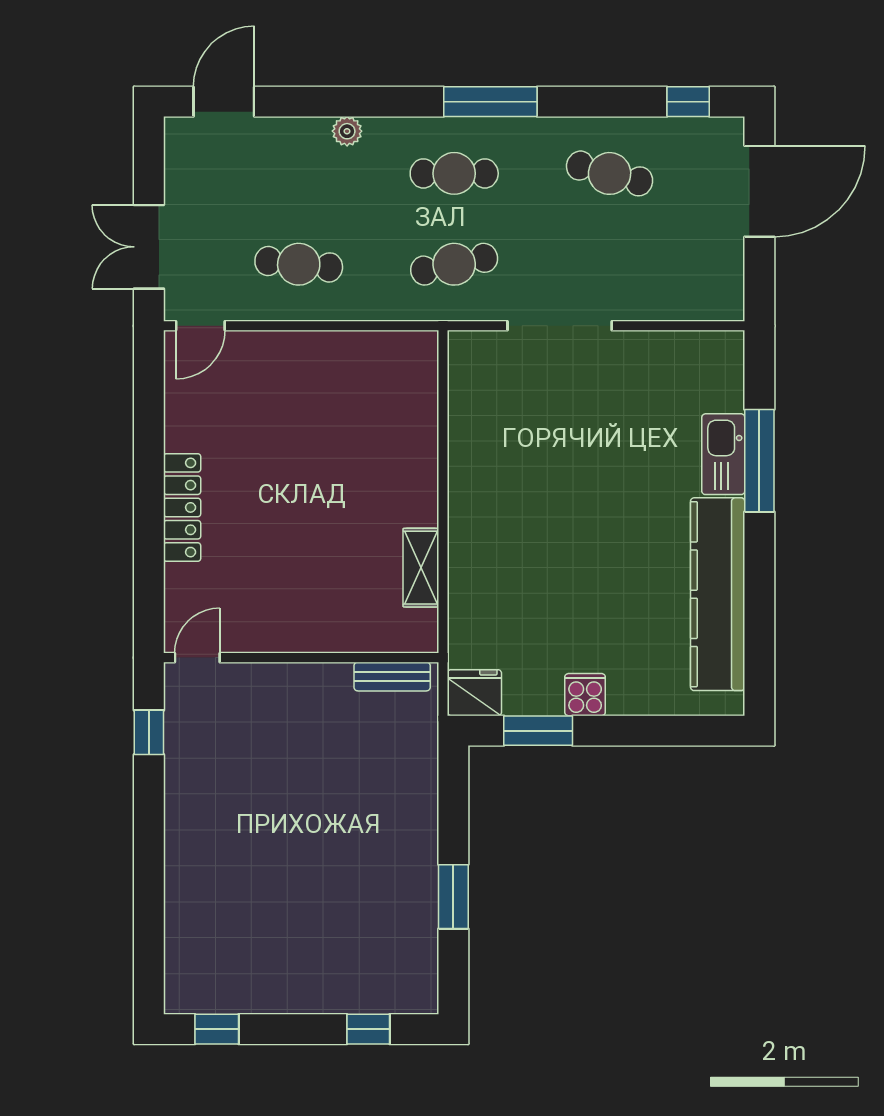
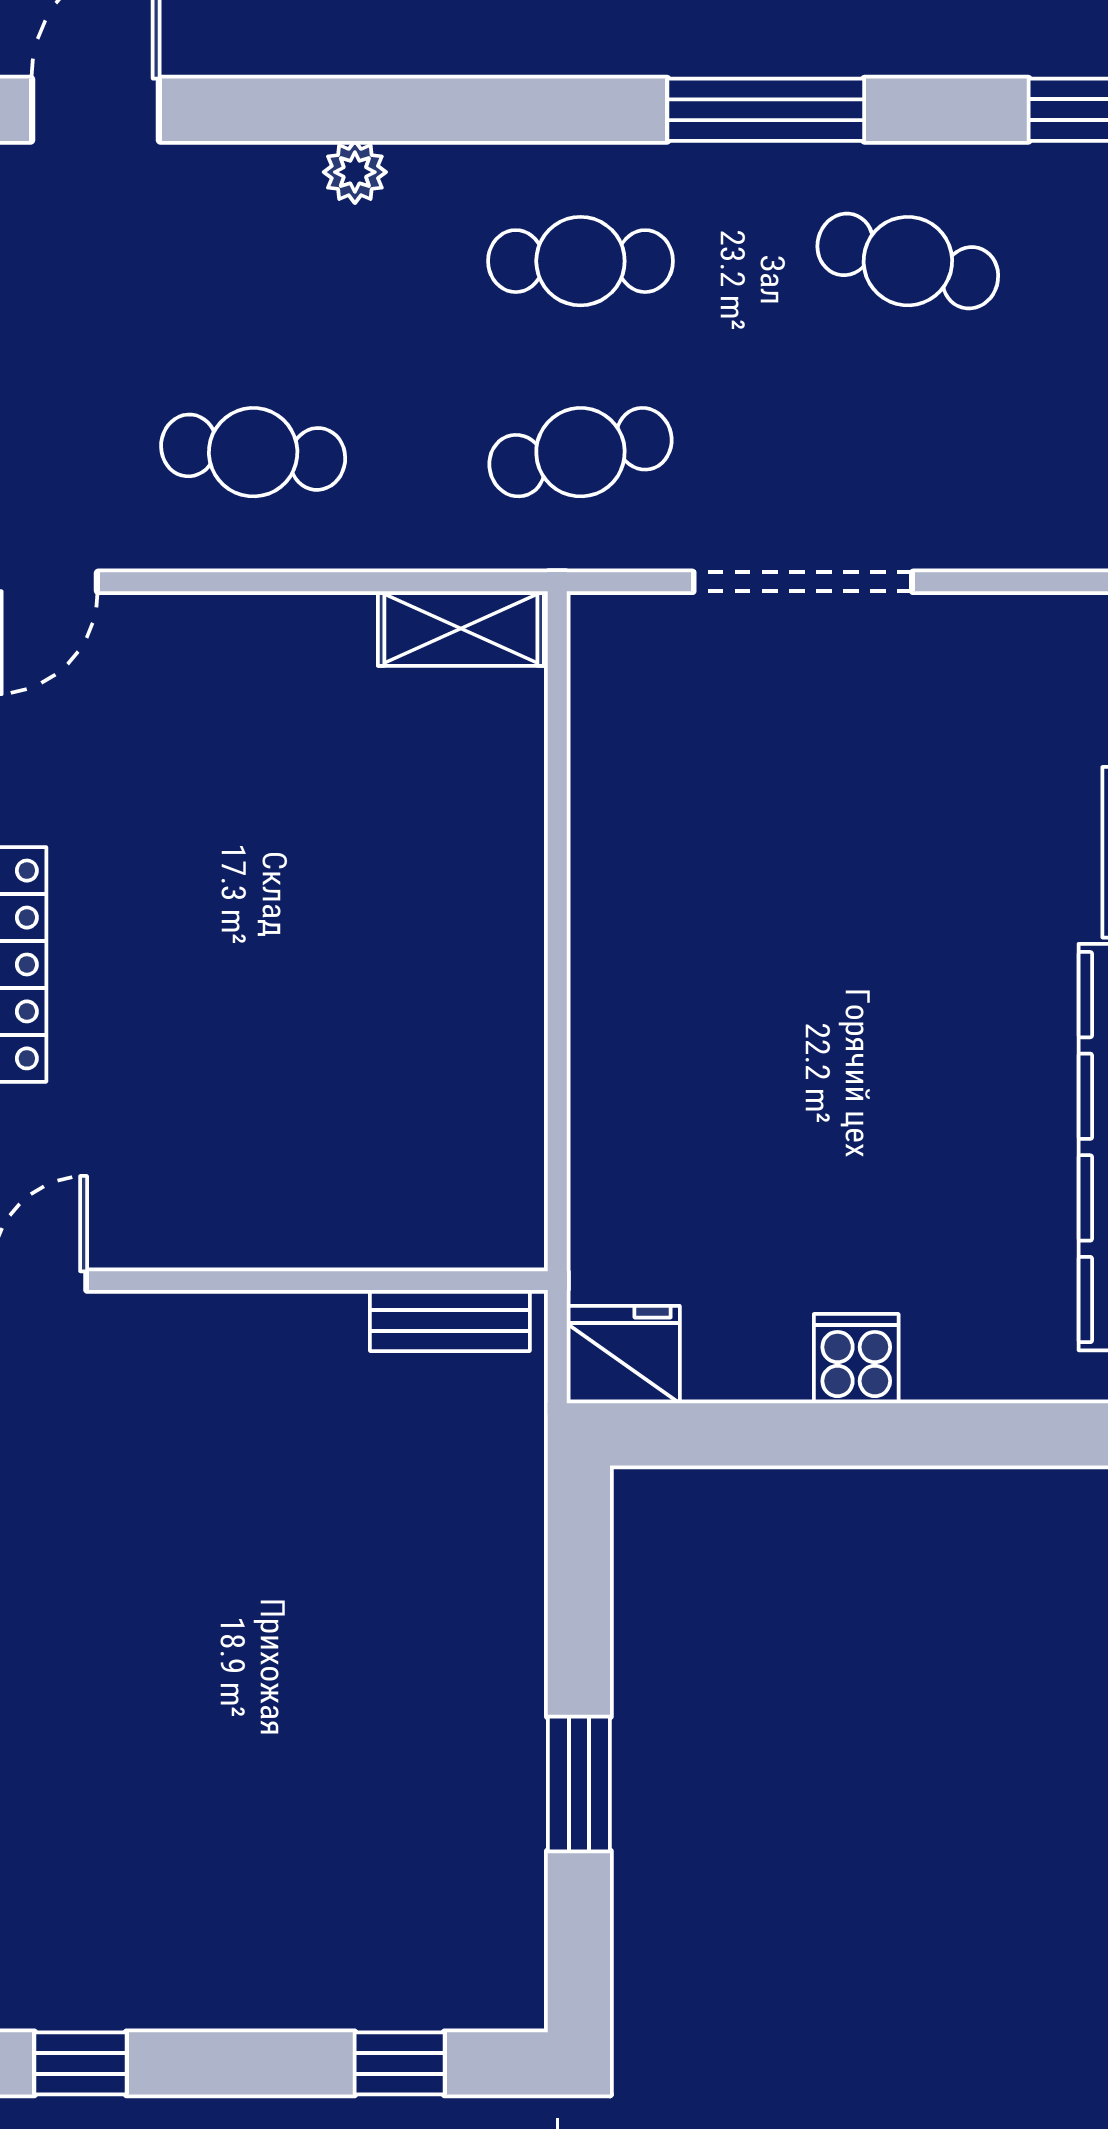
window: (490, 102) -> (766, 110), moved
shelving: (421, 568) -> (461, 629), moved, turned 90
window: (538, 731) -> (757, 1434), removed

